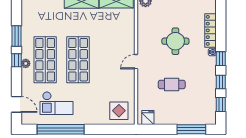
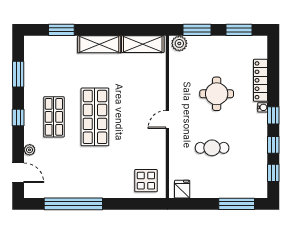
window: (17, 36) -> (18, 74), moved
shop shelf: (45, 60) -> (54, 117), width x0.70, depth x0.74
plant: (26, 63) -> (30, 150), moved
checkout: (56, 103) -> (68, 171), removed

